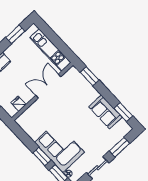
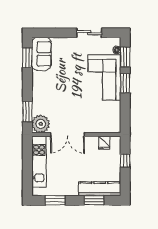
plant: (73, 76) -> (41, 124), added
sofa: (105, 112) -> (41, 54), moved
window: (120, 147) -> (56, 33), removed

